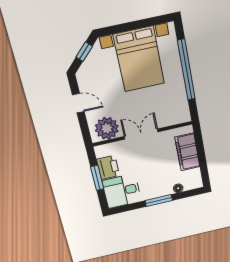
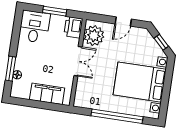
printer: (108, 167) -> (73, 27), moved, turned 90
window: (159, 200) -> (11, 69), moved

